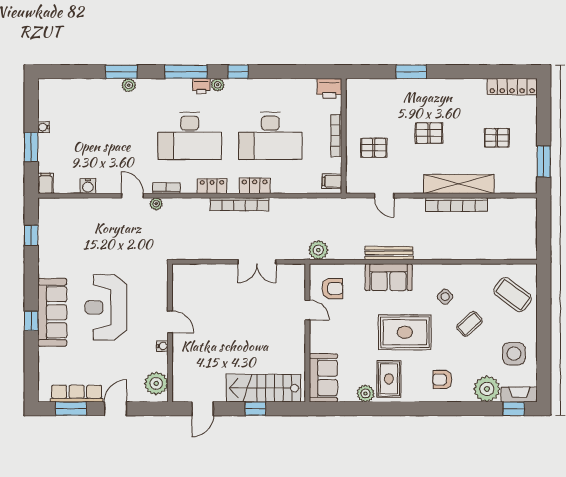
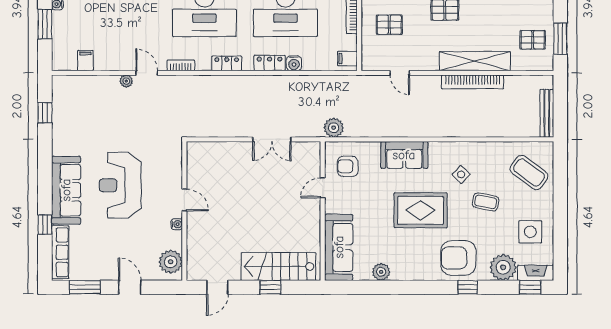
pallet: (497, 138) -> (533, 40), moved
filing cabinet: (45, 183) -> (85, 61), moved
water cooler: (88, 186) -> (294, 63), moved
plant: (156, 204) -> (126, 81), moved
bookcase: (239, 204) -> (254, 81), removed
bench: (389, 253) -> (547, 113), moved, turned 90
armchair: (332, 289) -> (348, 166), turned 180
door: (307, 310) -> (323, 188), swing flipped
window: (31, 321) -> (45, 225), moved
coffee table: (469, 324) -> (486, 202), turned 53
sofa: (323, 378) -> (339, 247), width x1.36
rug: (389, 379) -> (405, 257), removed
armchair: (442, 380) -> (458, 258), width x1.88, depth x1.88
row of seats: (77, 394) -> (60, 252), moved, turned 90
door: (116, 409) -> (130, 287), hinge flipped
window: (452, 409) -> (468, 287), added

